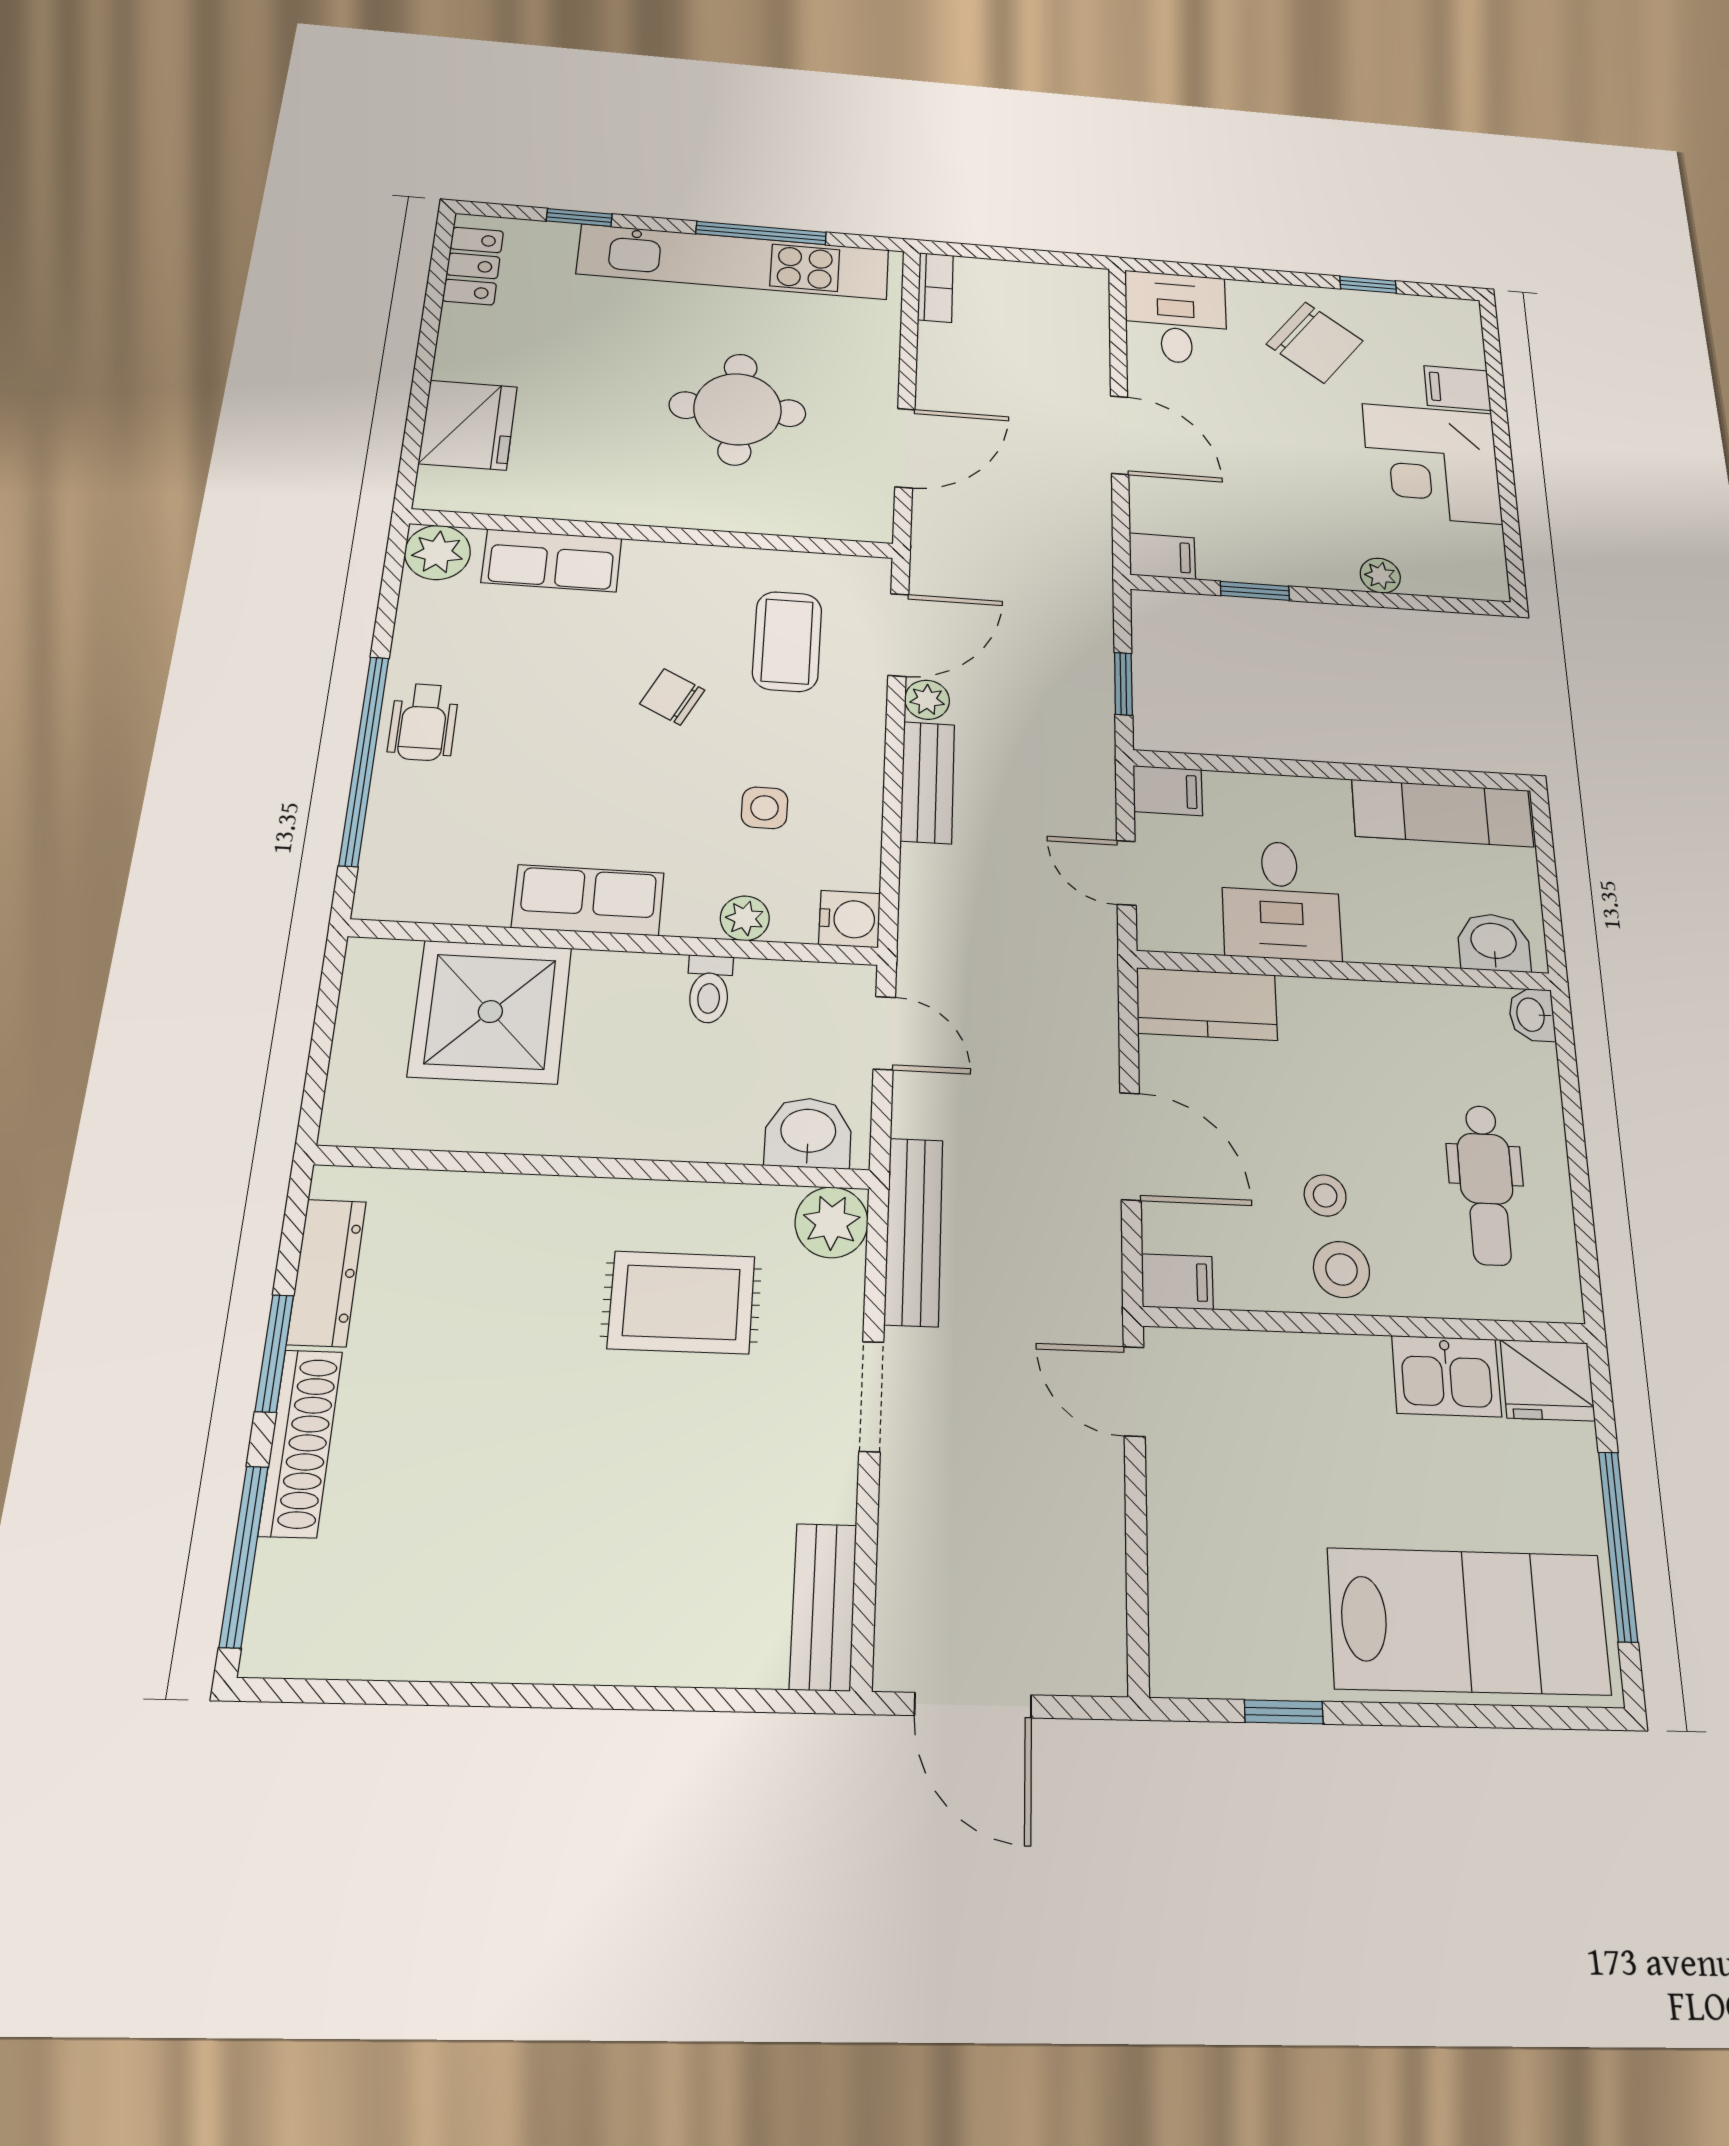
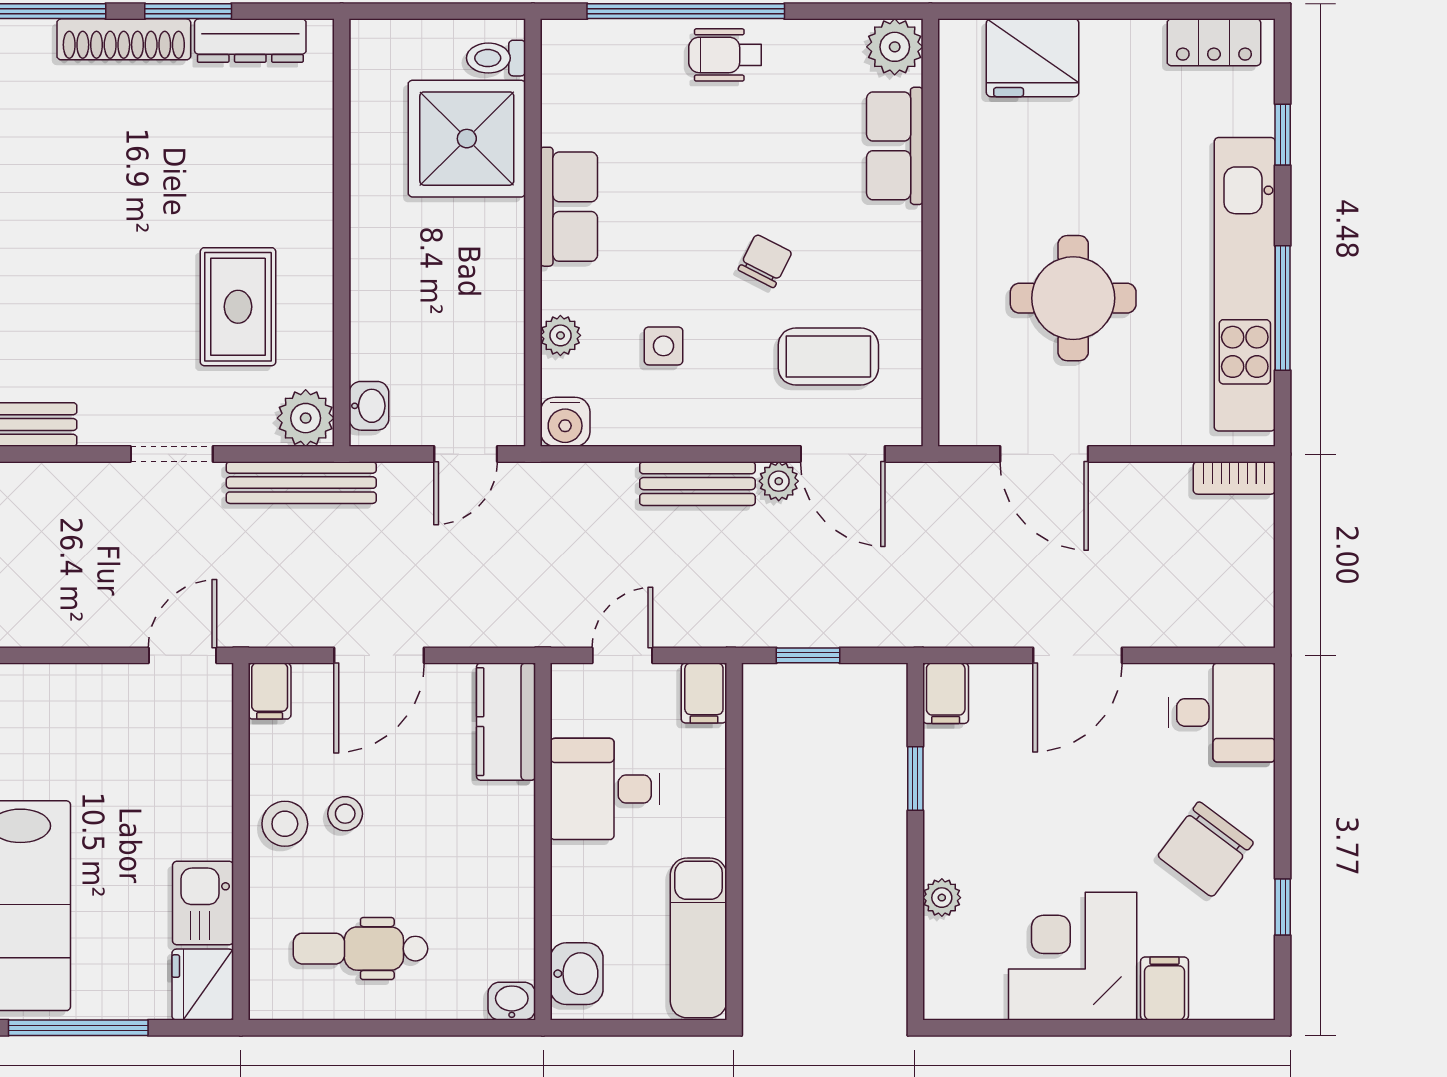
toilet: (709, 989) -> (496, 58), moved
washbasin: (808, 1133) -> (369, 406), width x0.72, depth x0.69

